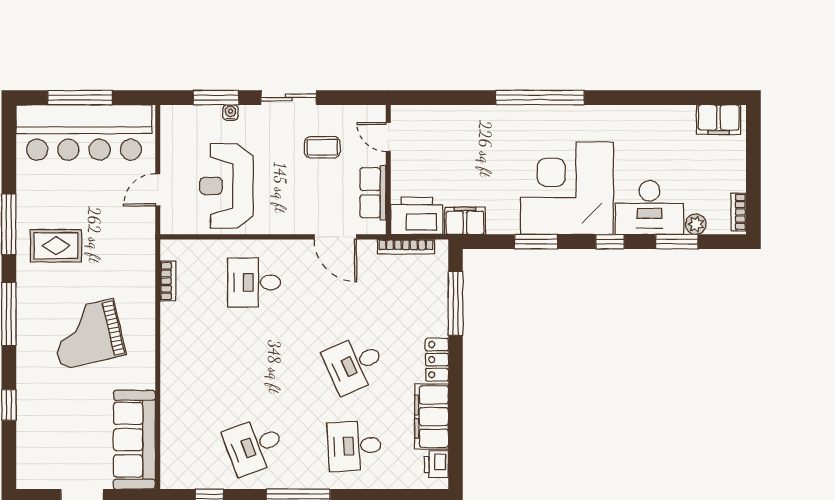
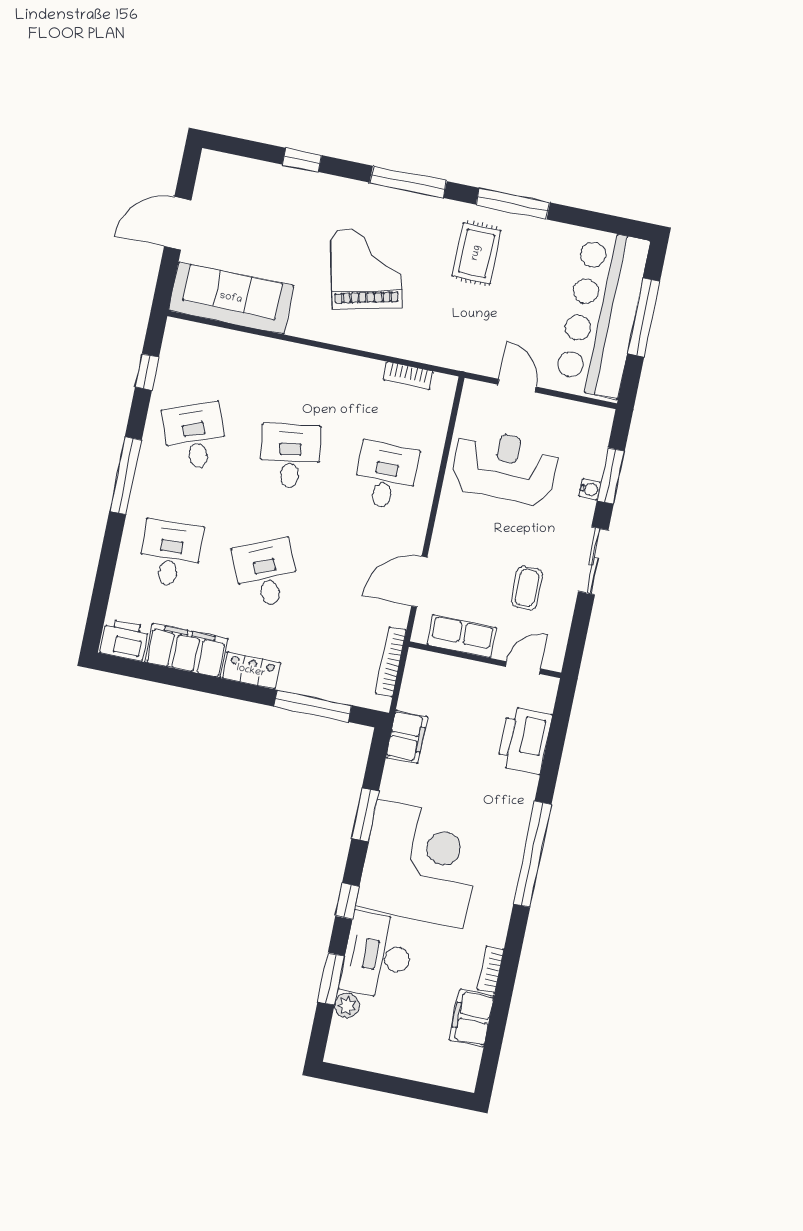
filing cabinet: (719, 120) -> (472, 1018), moved
bookcase: (739, 212) -> (491, 970), moved, turned -90
printer: (417, 216) -> (524, 740), moved, turned 180
desk: (254, 364) -> (290, 456), added
printer: (436, 464) -> (124, 640), width x1.36, depth x1.24

